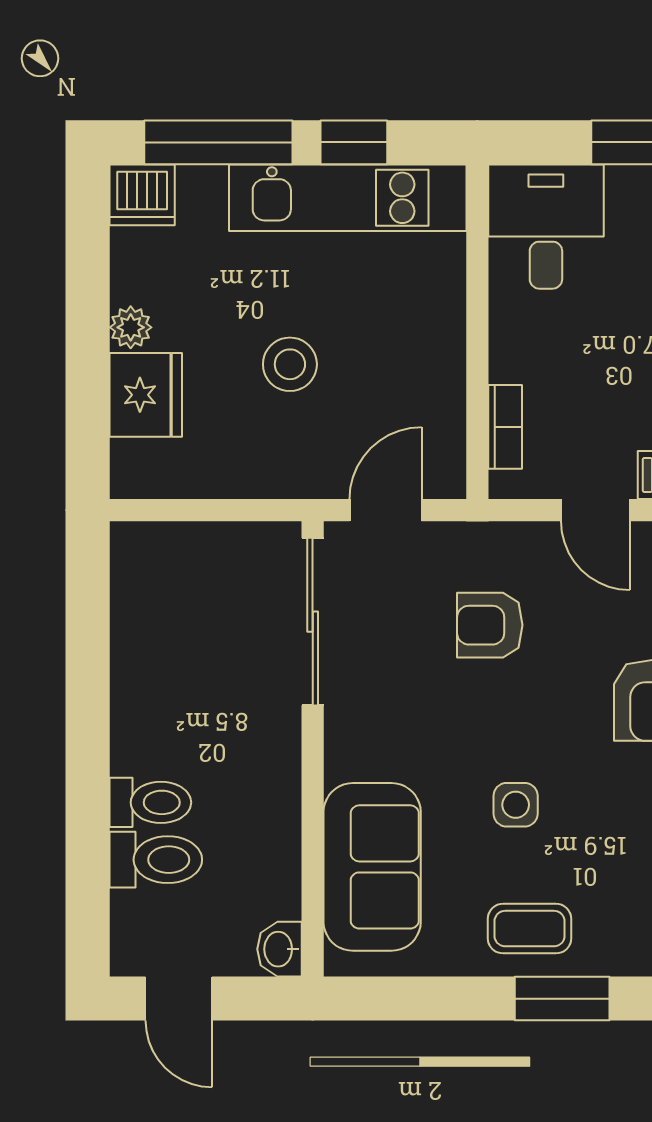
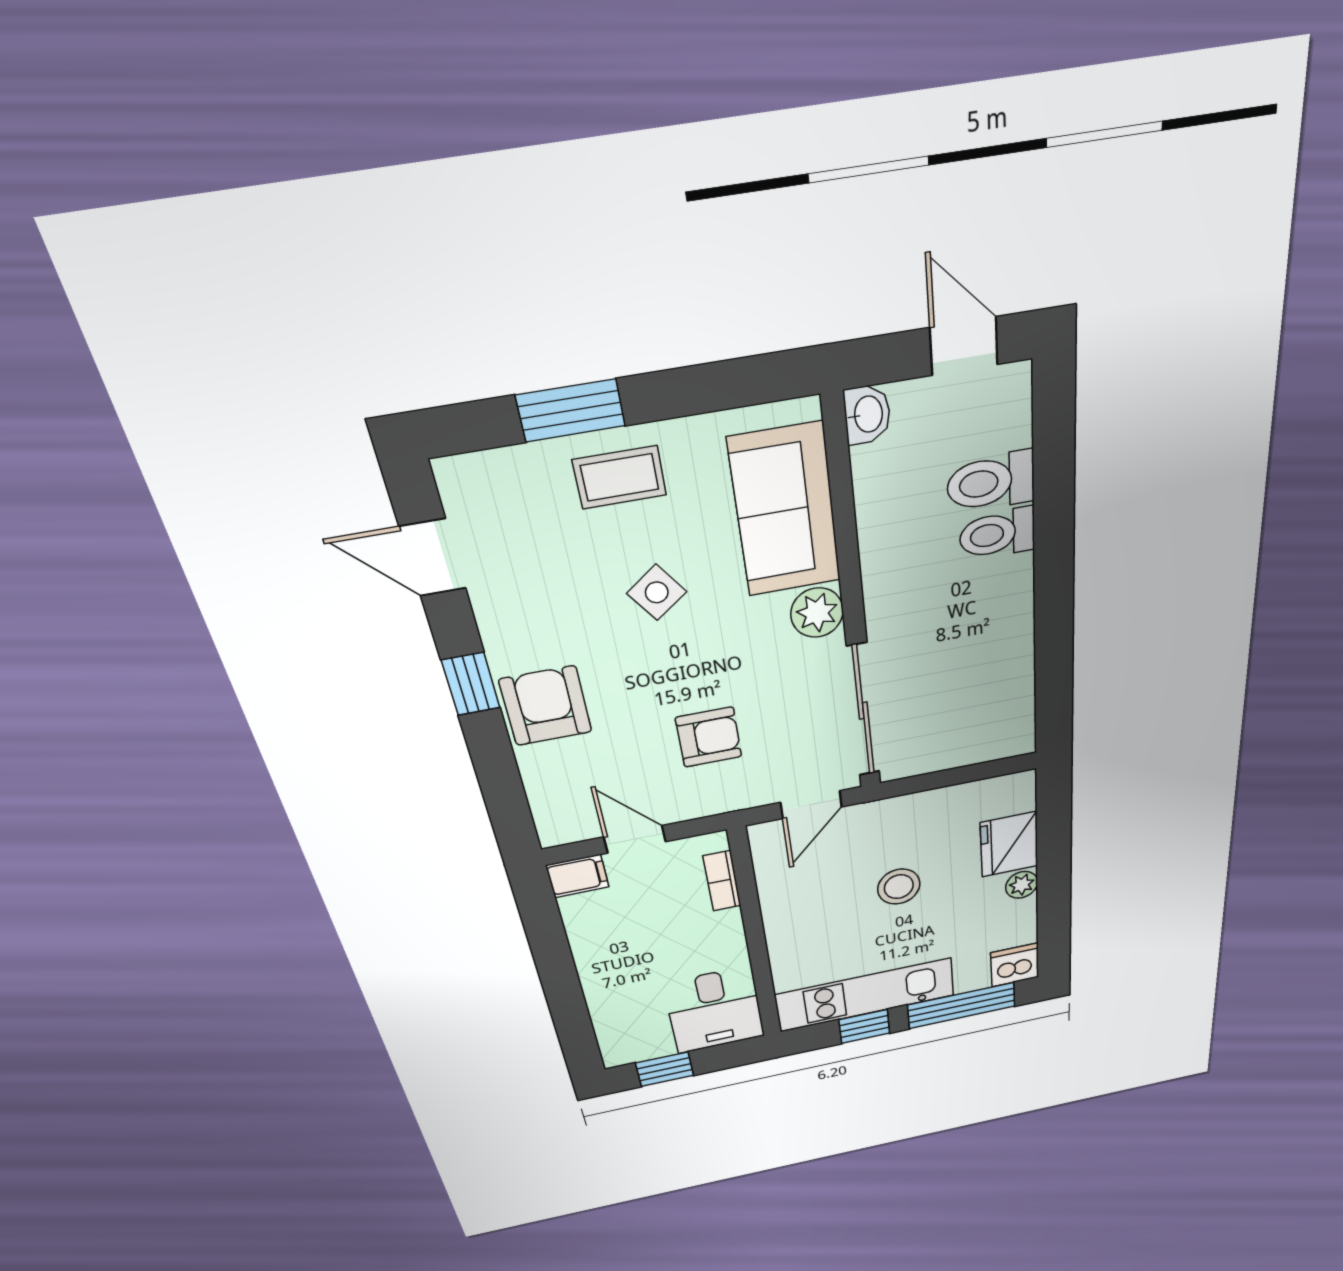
plant: (352, 750) -> (817, 613), added
side table: (516, 805) -> (657, 592), turned -36

